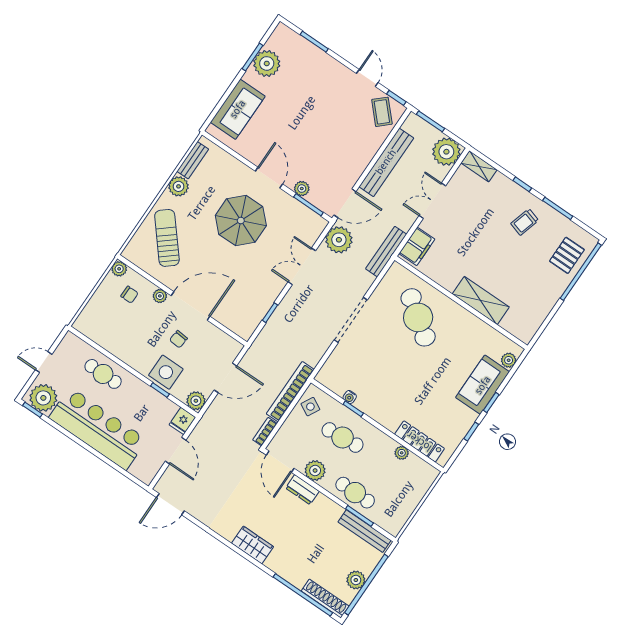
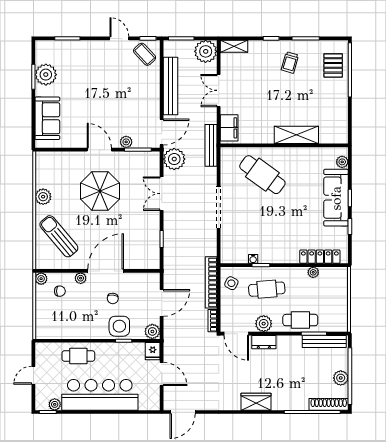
bench: (193, 160) -> (41, 173), removed
sofa: (483, 385) -> (336, 198), width x1.36
plant: (43, 398) -> (55, 404), width x0.53, depth x0.53

